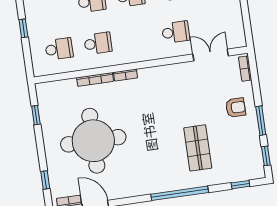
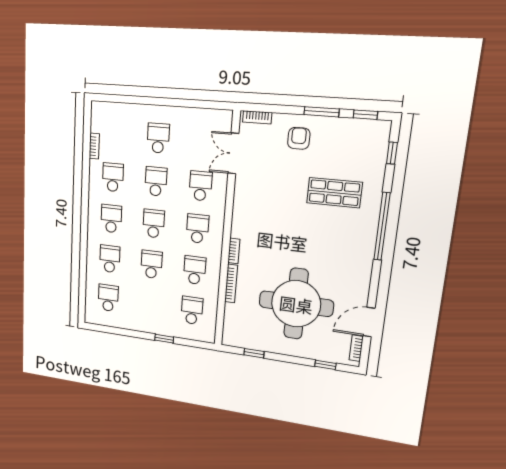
school desk: (137, 38) -> (198, 229), added

